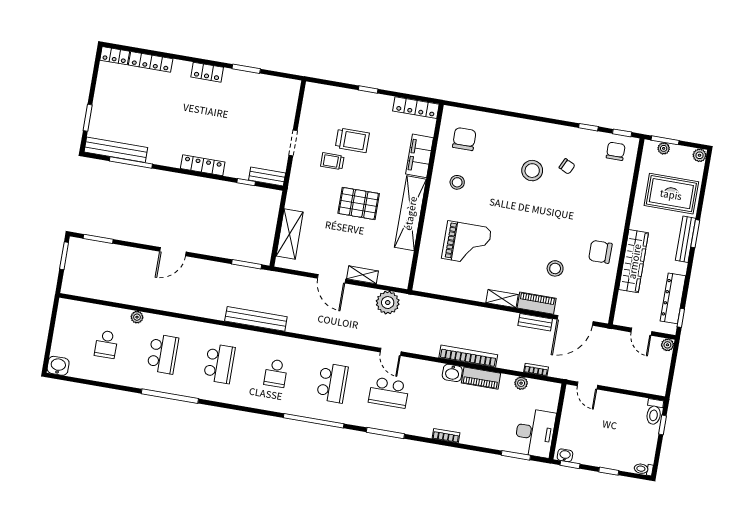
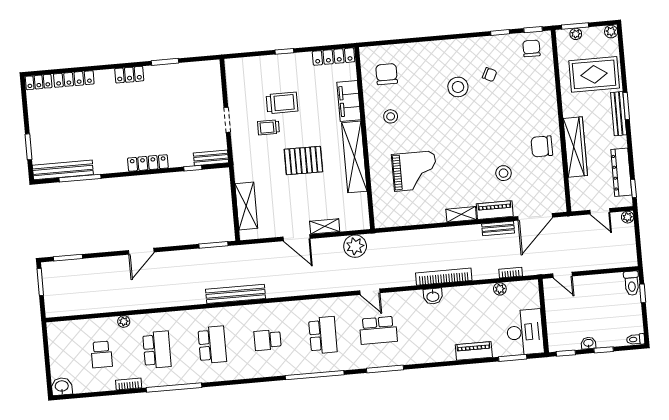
school desk: (276, 373) -> (268, 340), turned 90
piano: (481, 378) -> (474, 351), moved, turned 180
bookcase: (446, 436) -> (129, 384), moved
washbasin: (565, 455) -> (588, 343), moved

